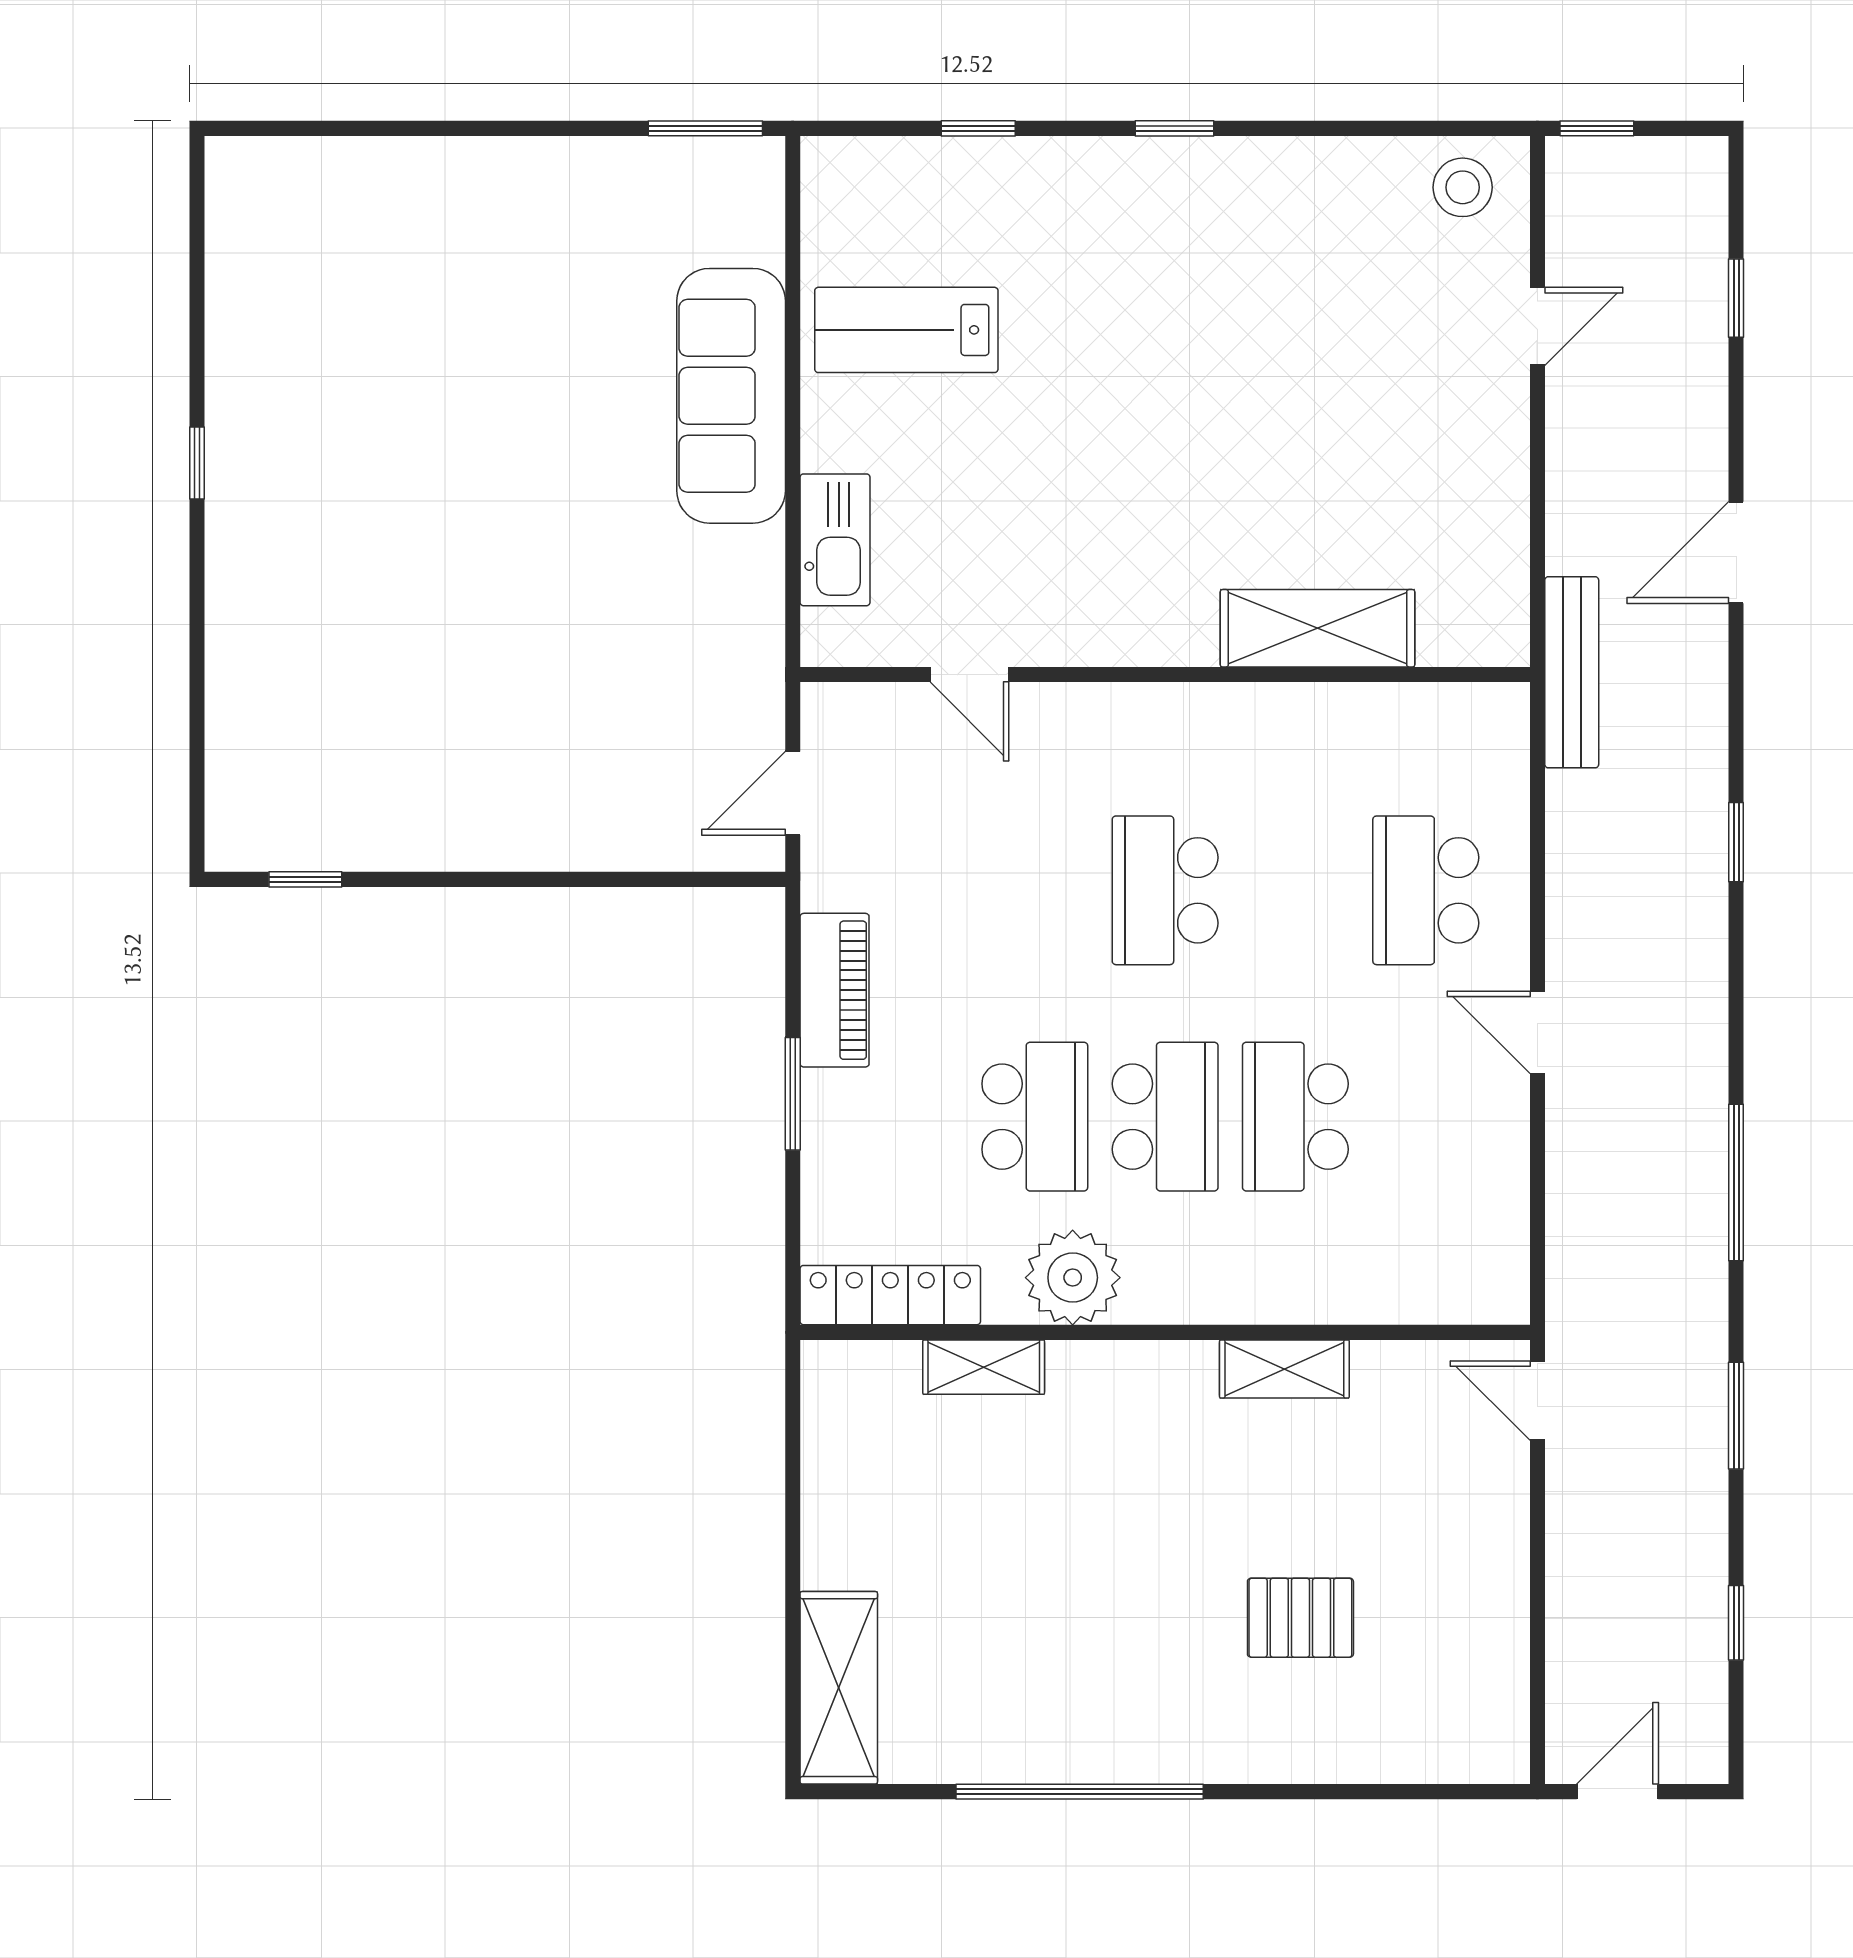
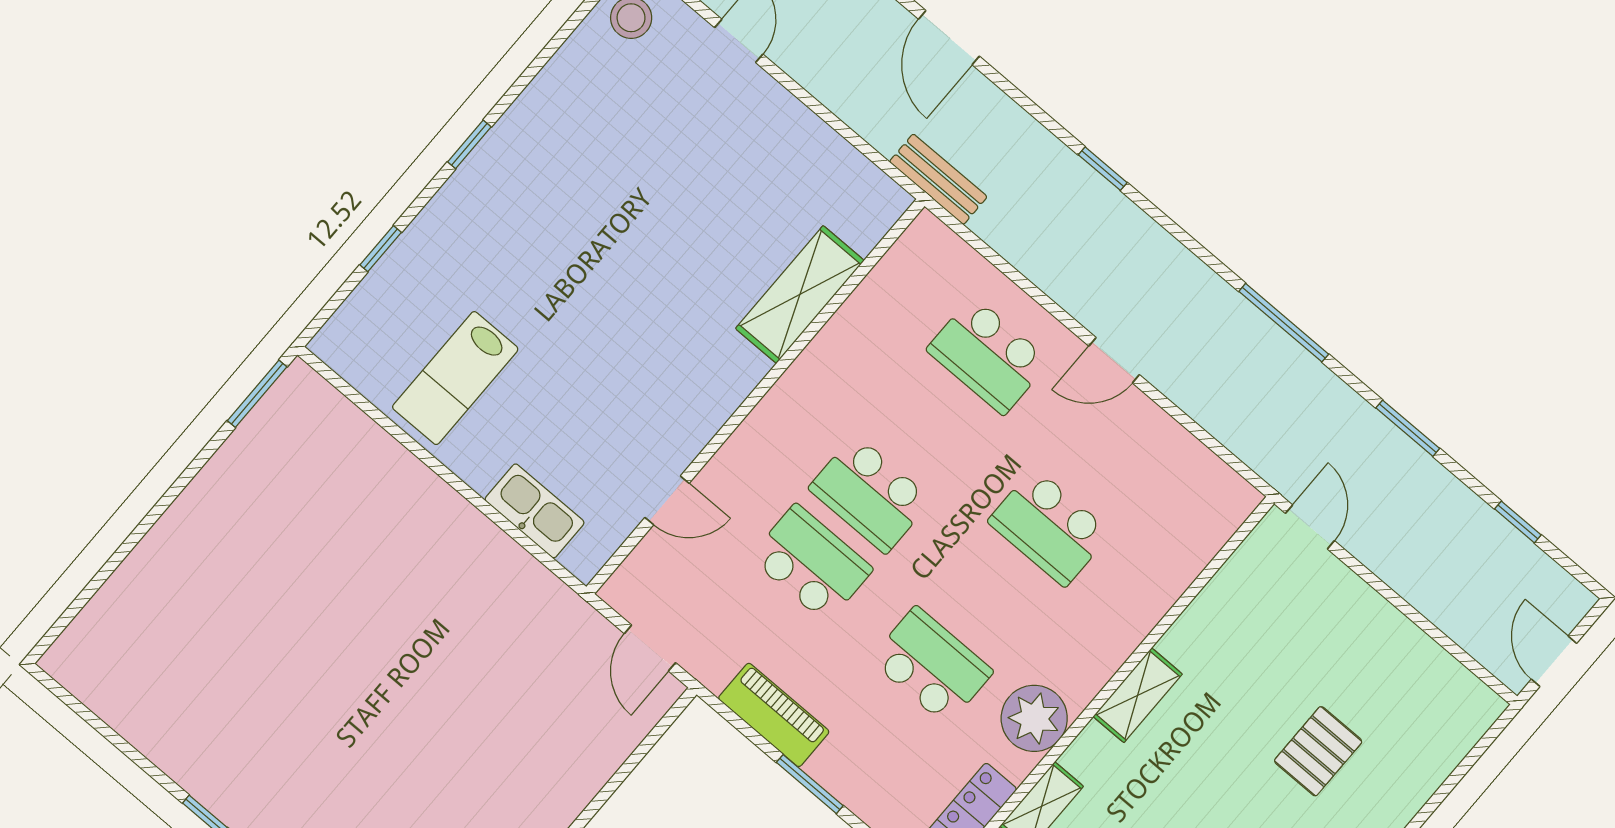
sofa: (731, 396) -> (411, 501), removed
bench: (1572, 672) -> (938, 179), width x0.73
school desk: (1165, 1117) -> (811, 563), moved
shelving: (1284, 1369) -> (1138, 695), moved
door: (1537, 1401) -> (1310, 527), swing flipped

